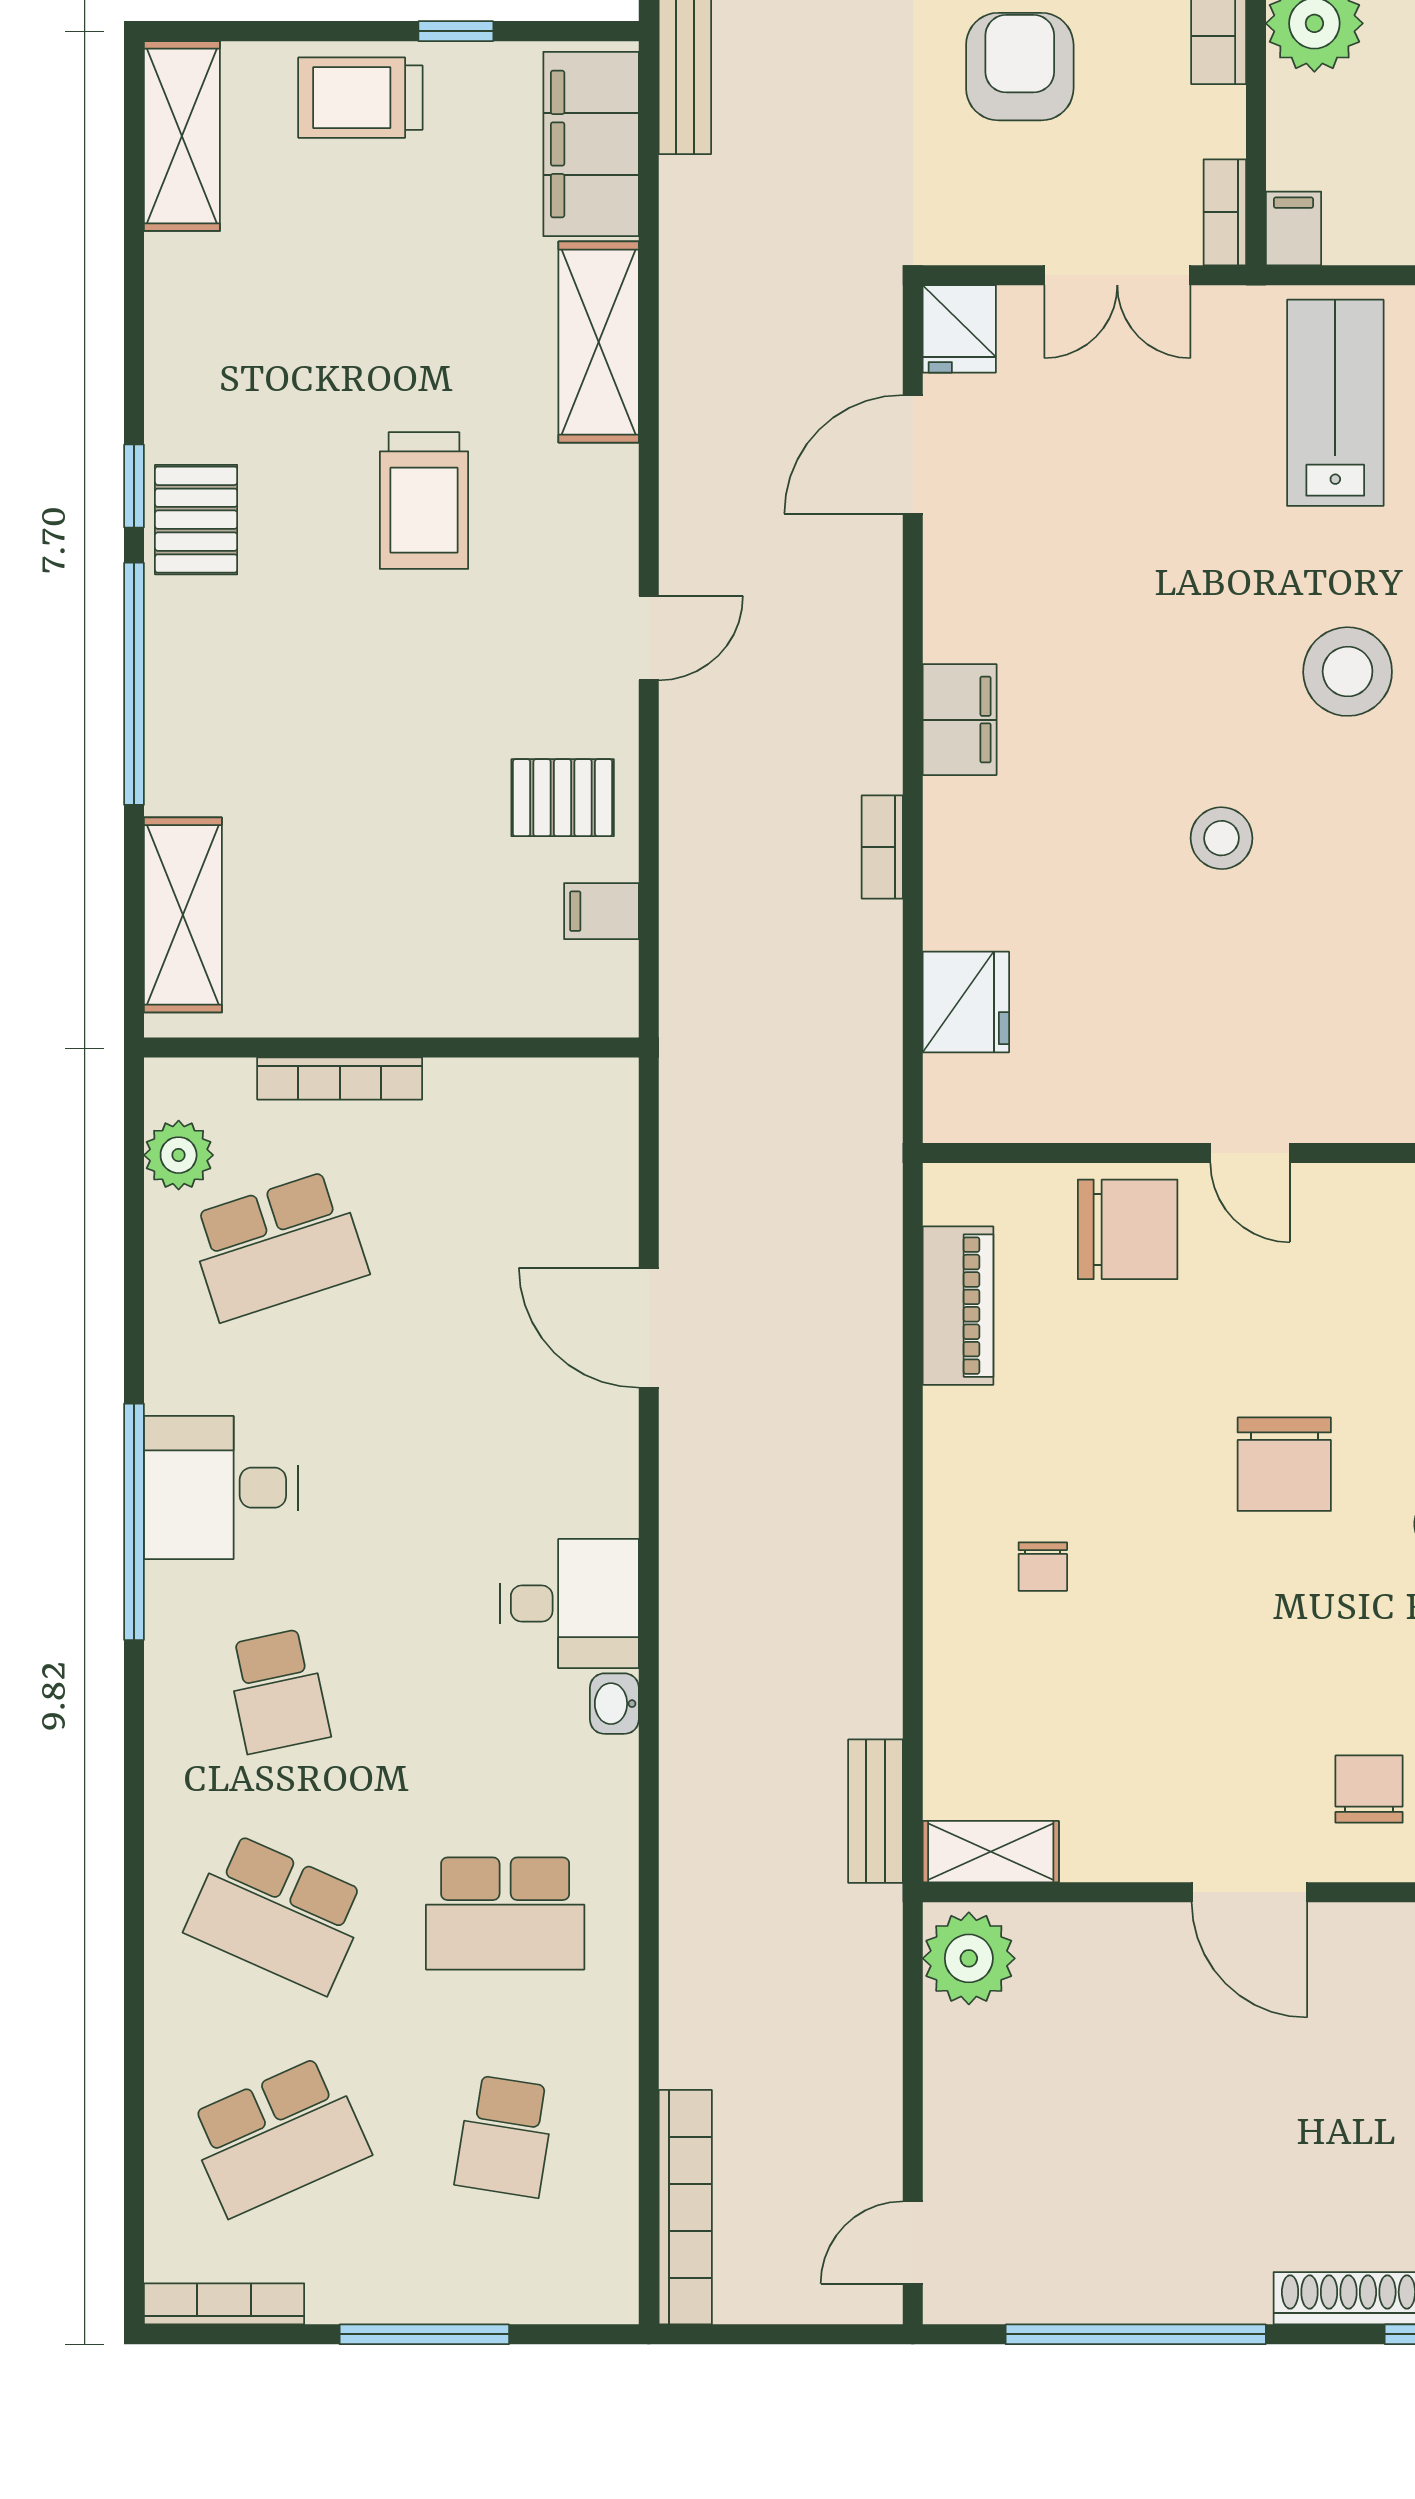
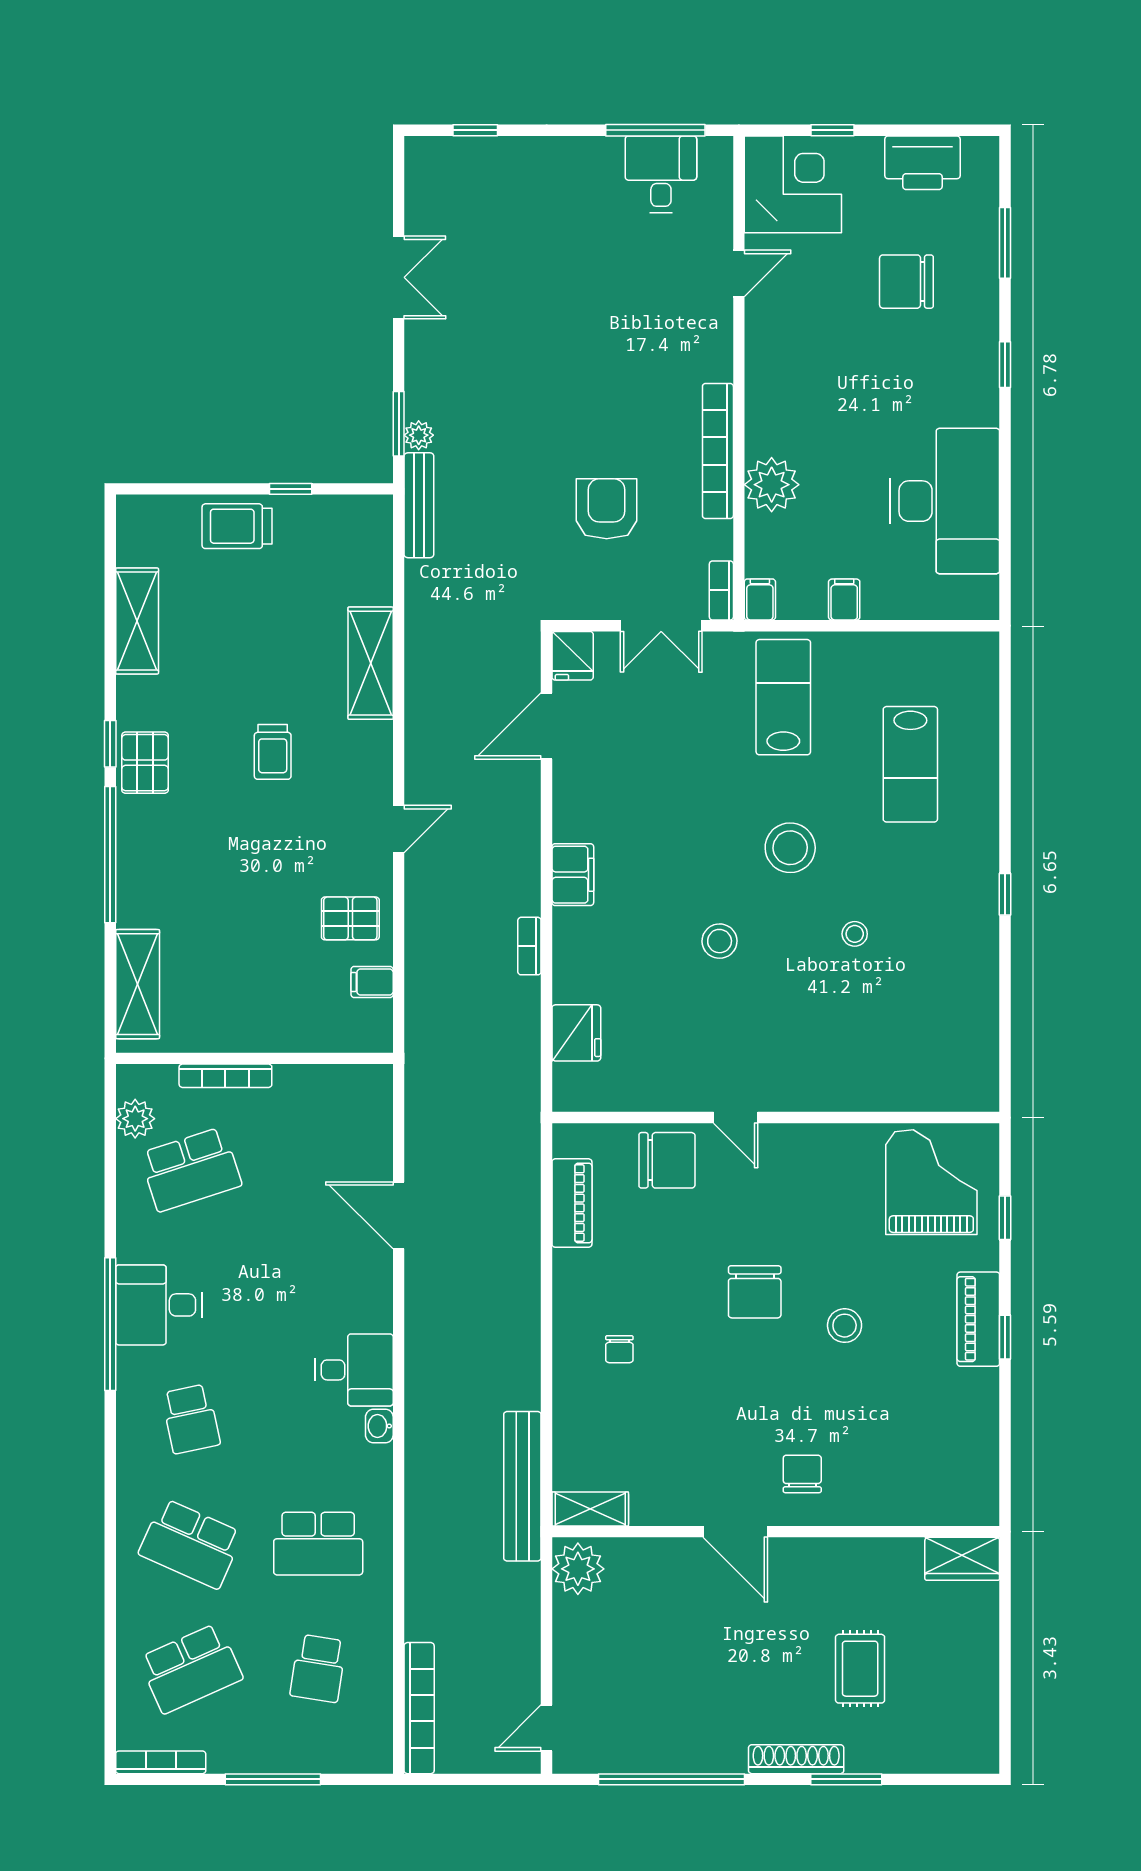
shelving: (182, 136) -> (137, 621), moved
filing cabinet: (591, 144) -> (366, 552), removed
trolley: (424, 501) -> (273, 752), width x0.73, depth x0.72
bench: (875, 1811) -> (522, 1486), width x1.86, depth x1.21

